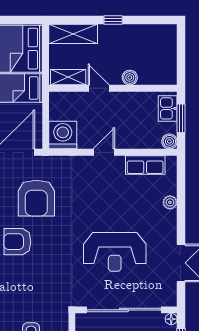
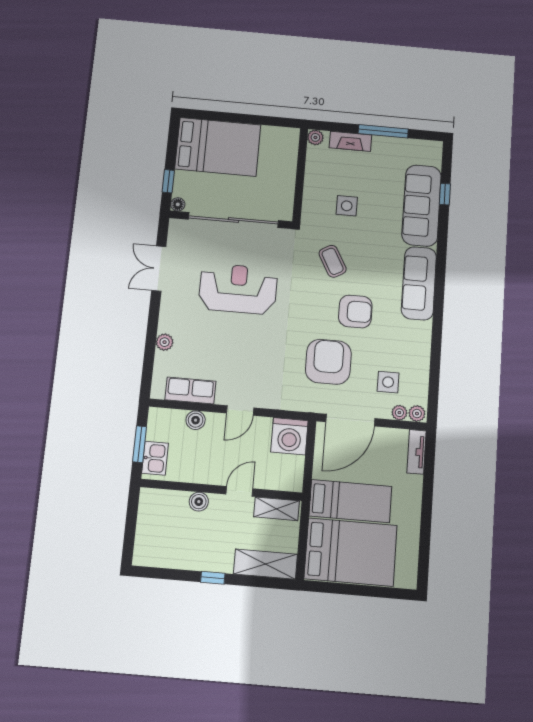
door: (99, 88) -> (239, 491), swing flipped
boiler: (169, 141) -> (196, 420), moved
coffee table: (39, 282) -> (333, 261), added

